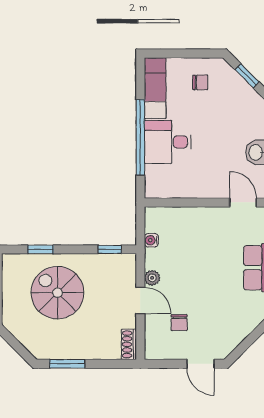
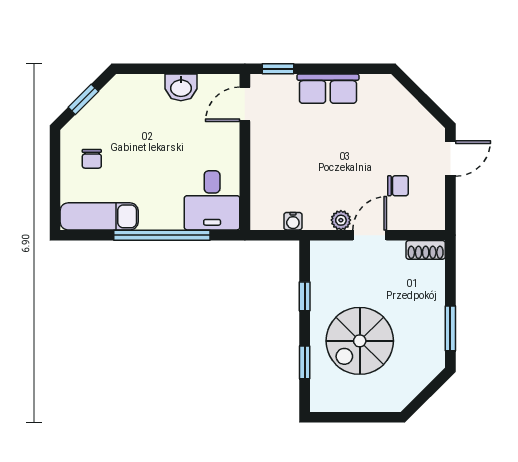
chair: (200, 82) -> (92, 159), turned 180
desk: (168, 142) -> (212, 200), moved
window: (110, 249) -> (305, 296), moved

